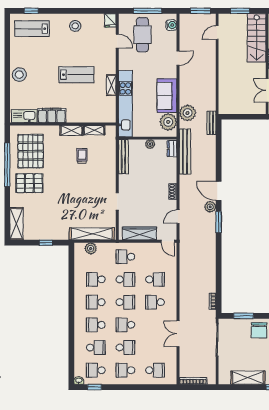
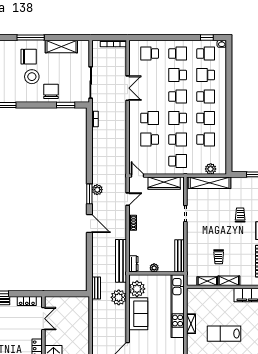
trolley: (59, 200) -> (240, 215), added
plant: (210, 207) -> (97, 190), moved
school desk: (125, 279) -> (178, 140), turned 180

